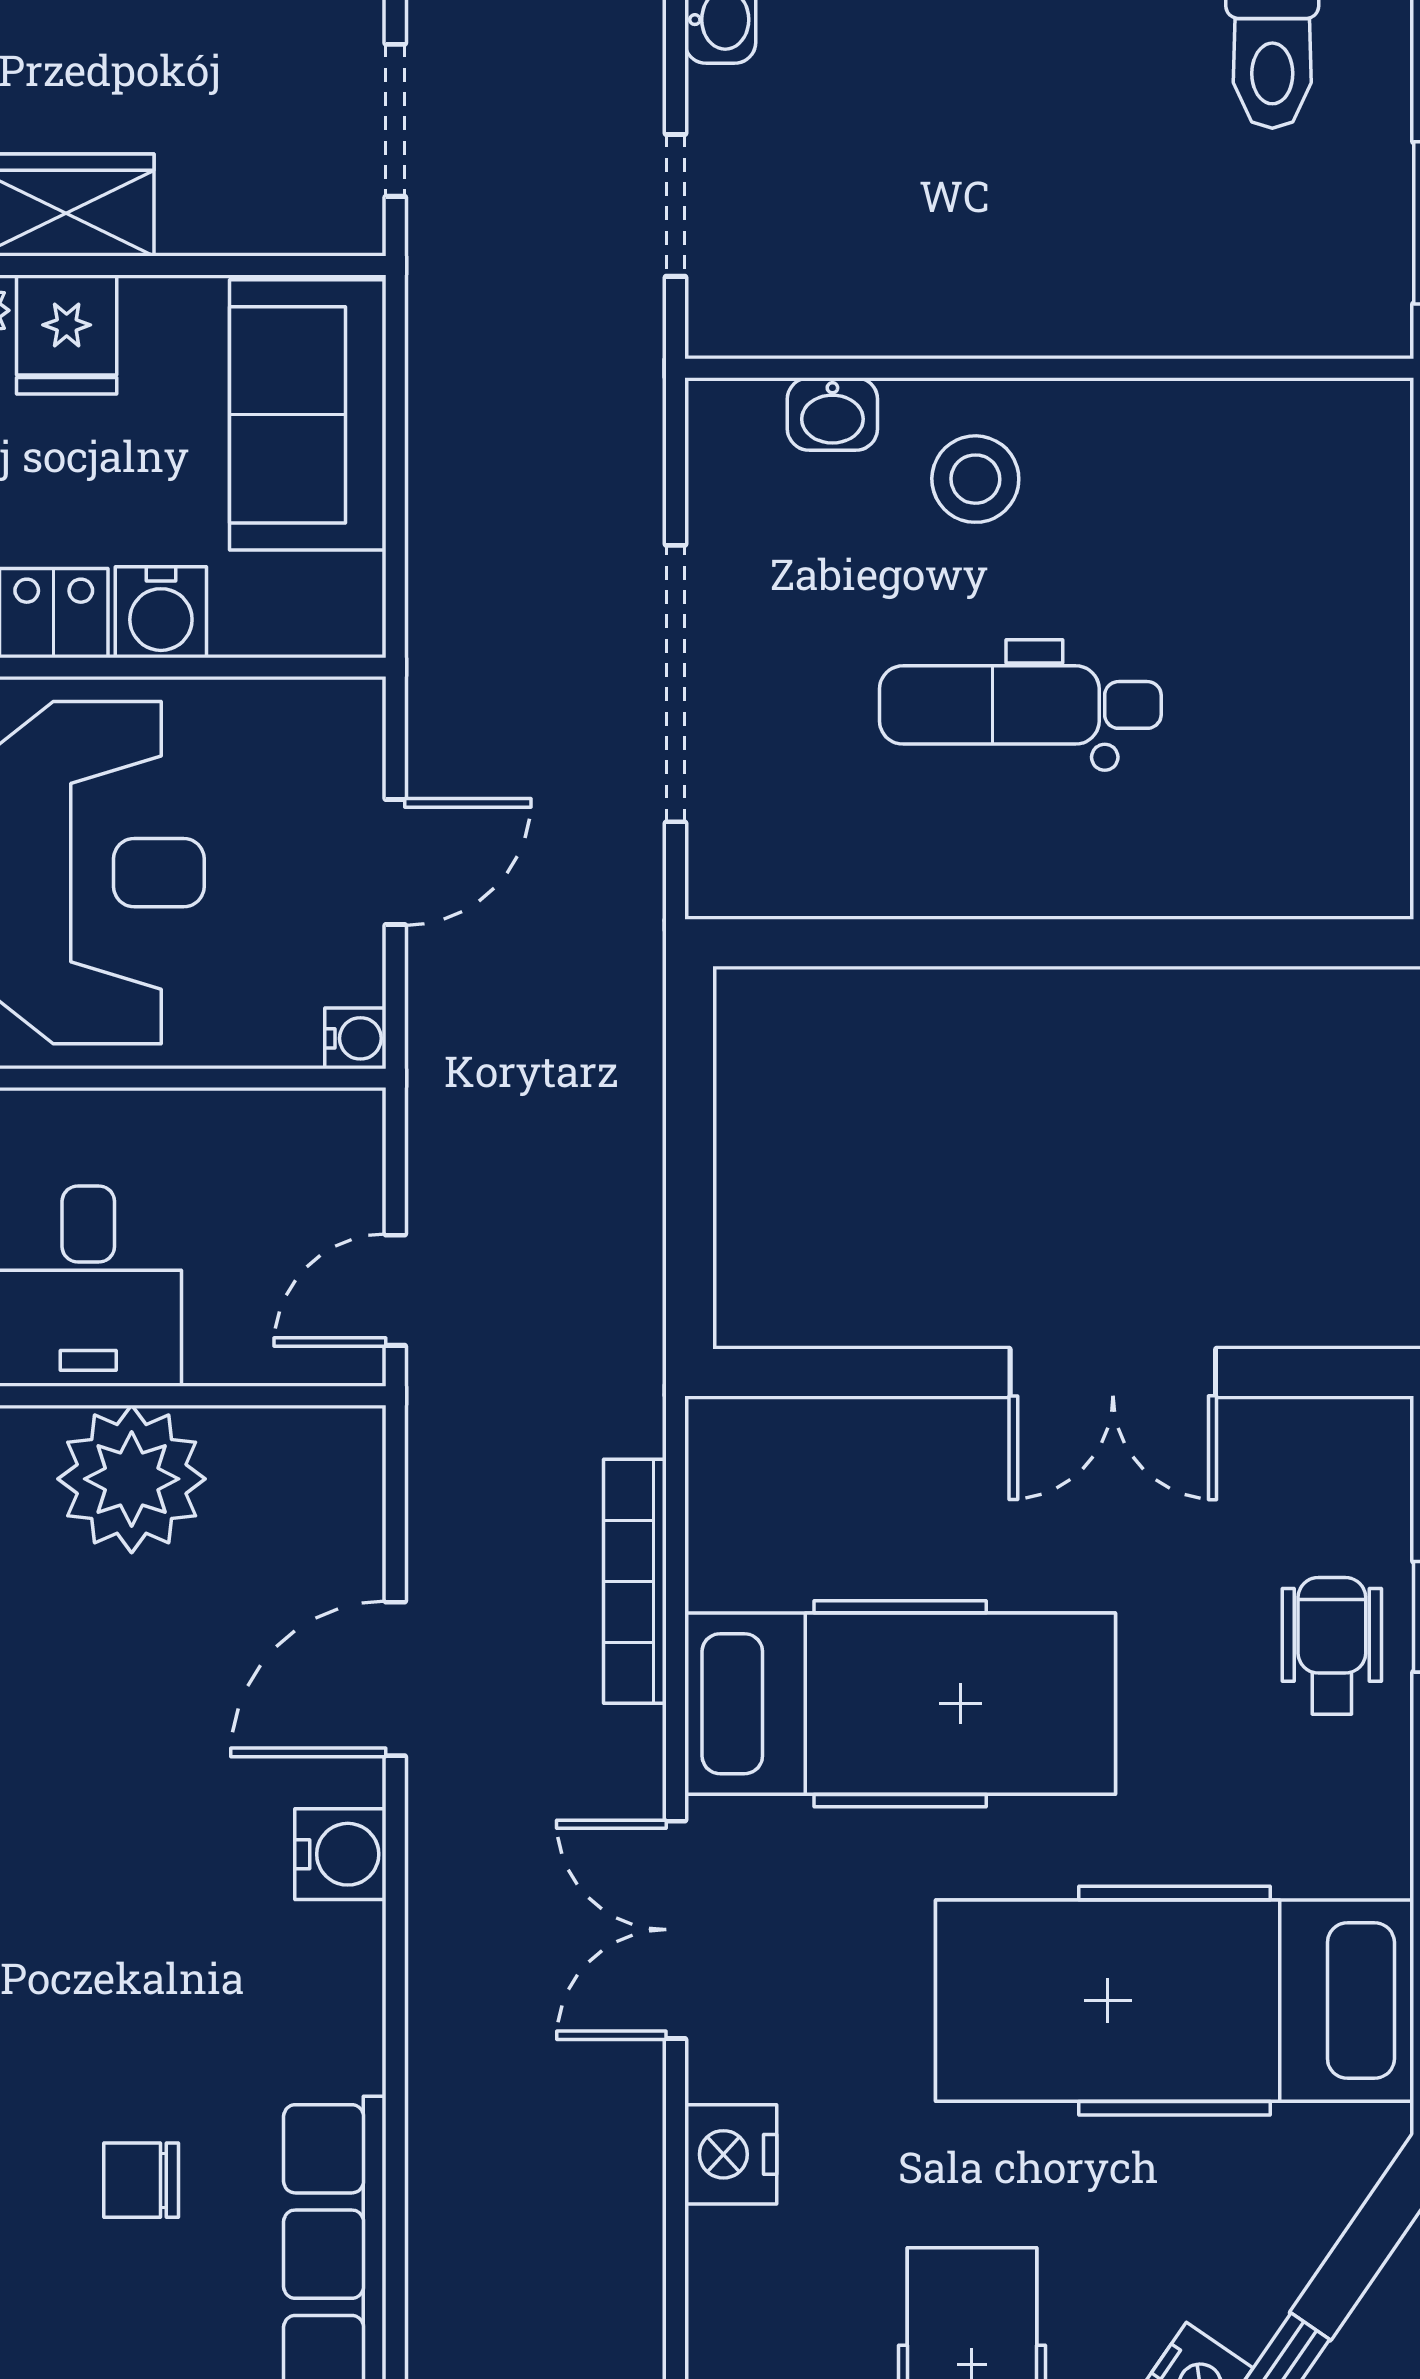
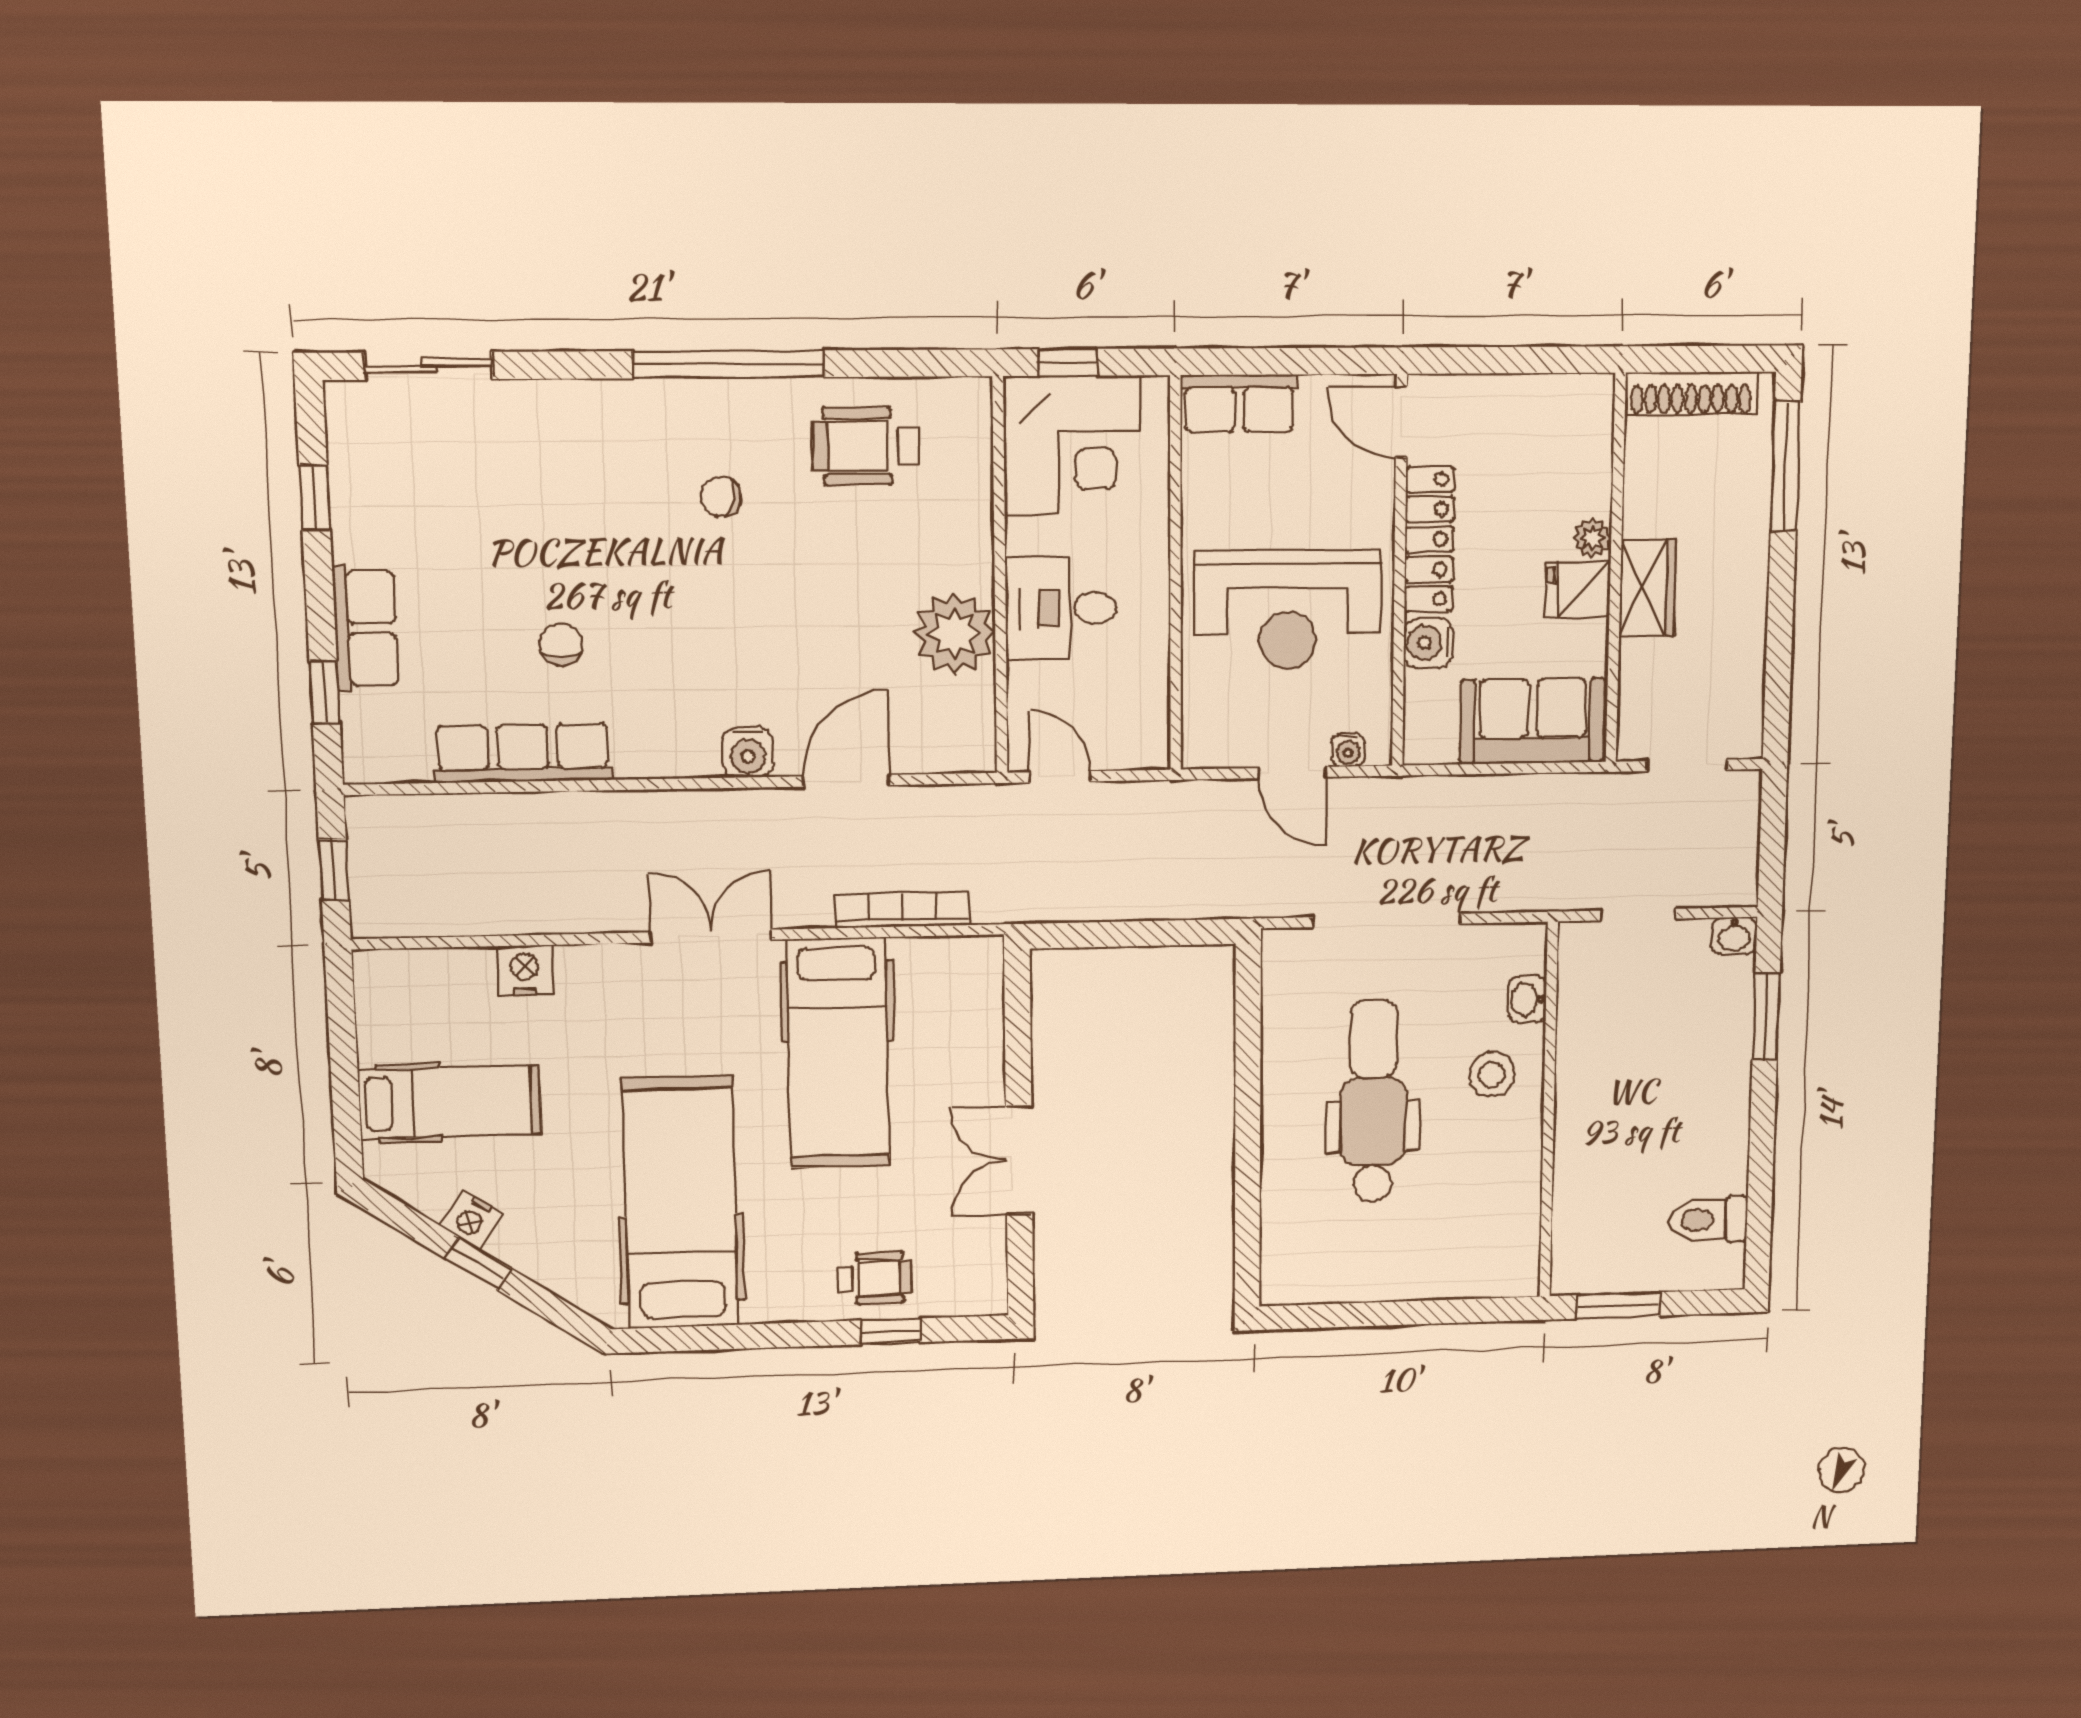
dental chair: (1020, 705) -> (1373, 1101), width x1.36, depth x1.38
water cooler: (355, 1038) -> (1348, 750), moved
door: (395, 1679) -> (846, 781), hinge flipped
nightstand: (731, 2154) -> (525, 970), moved

